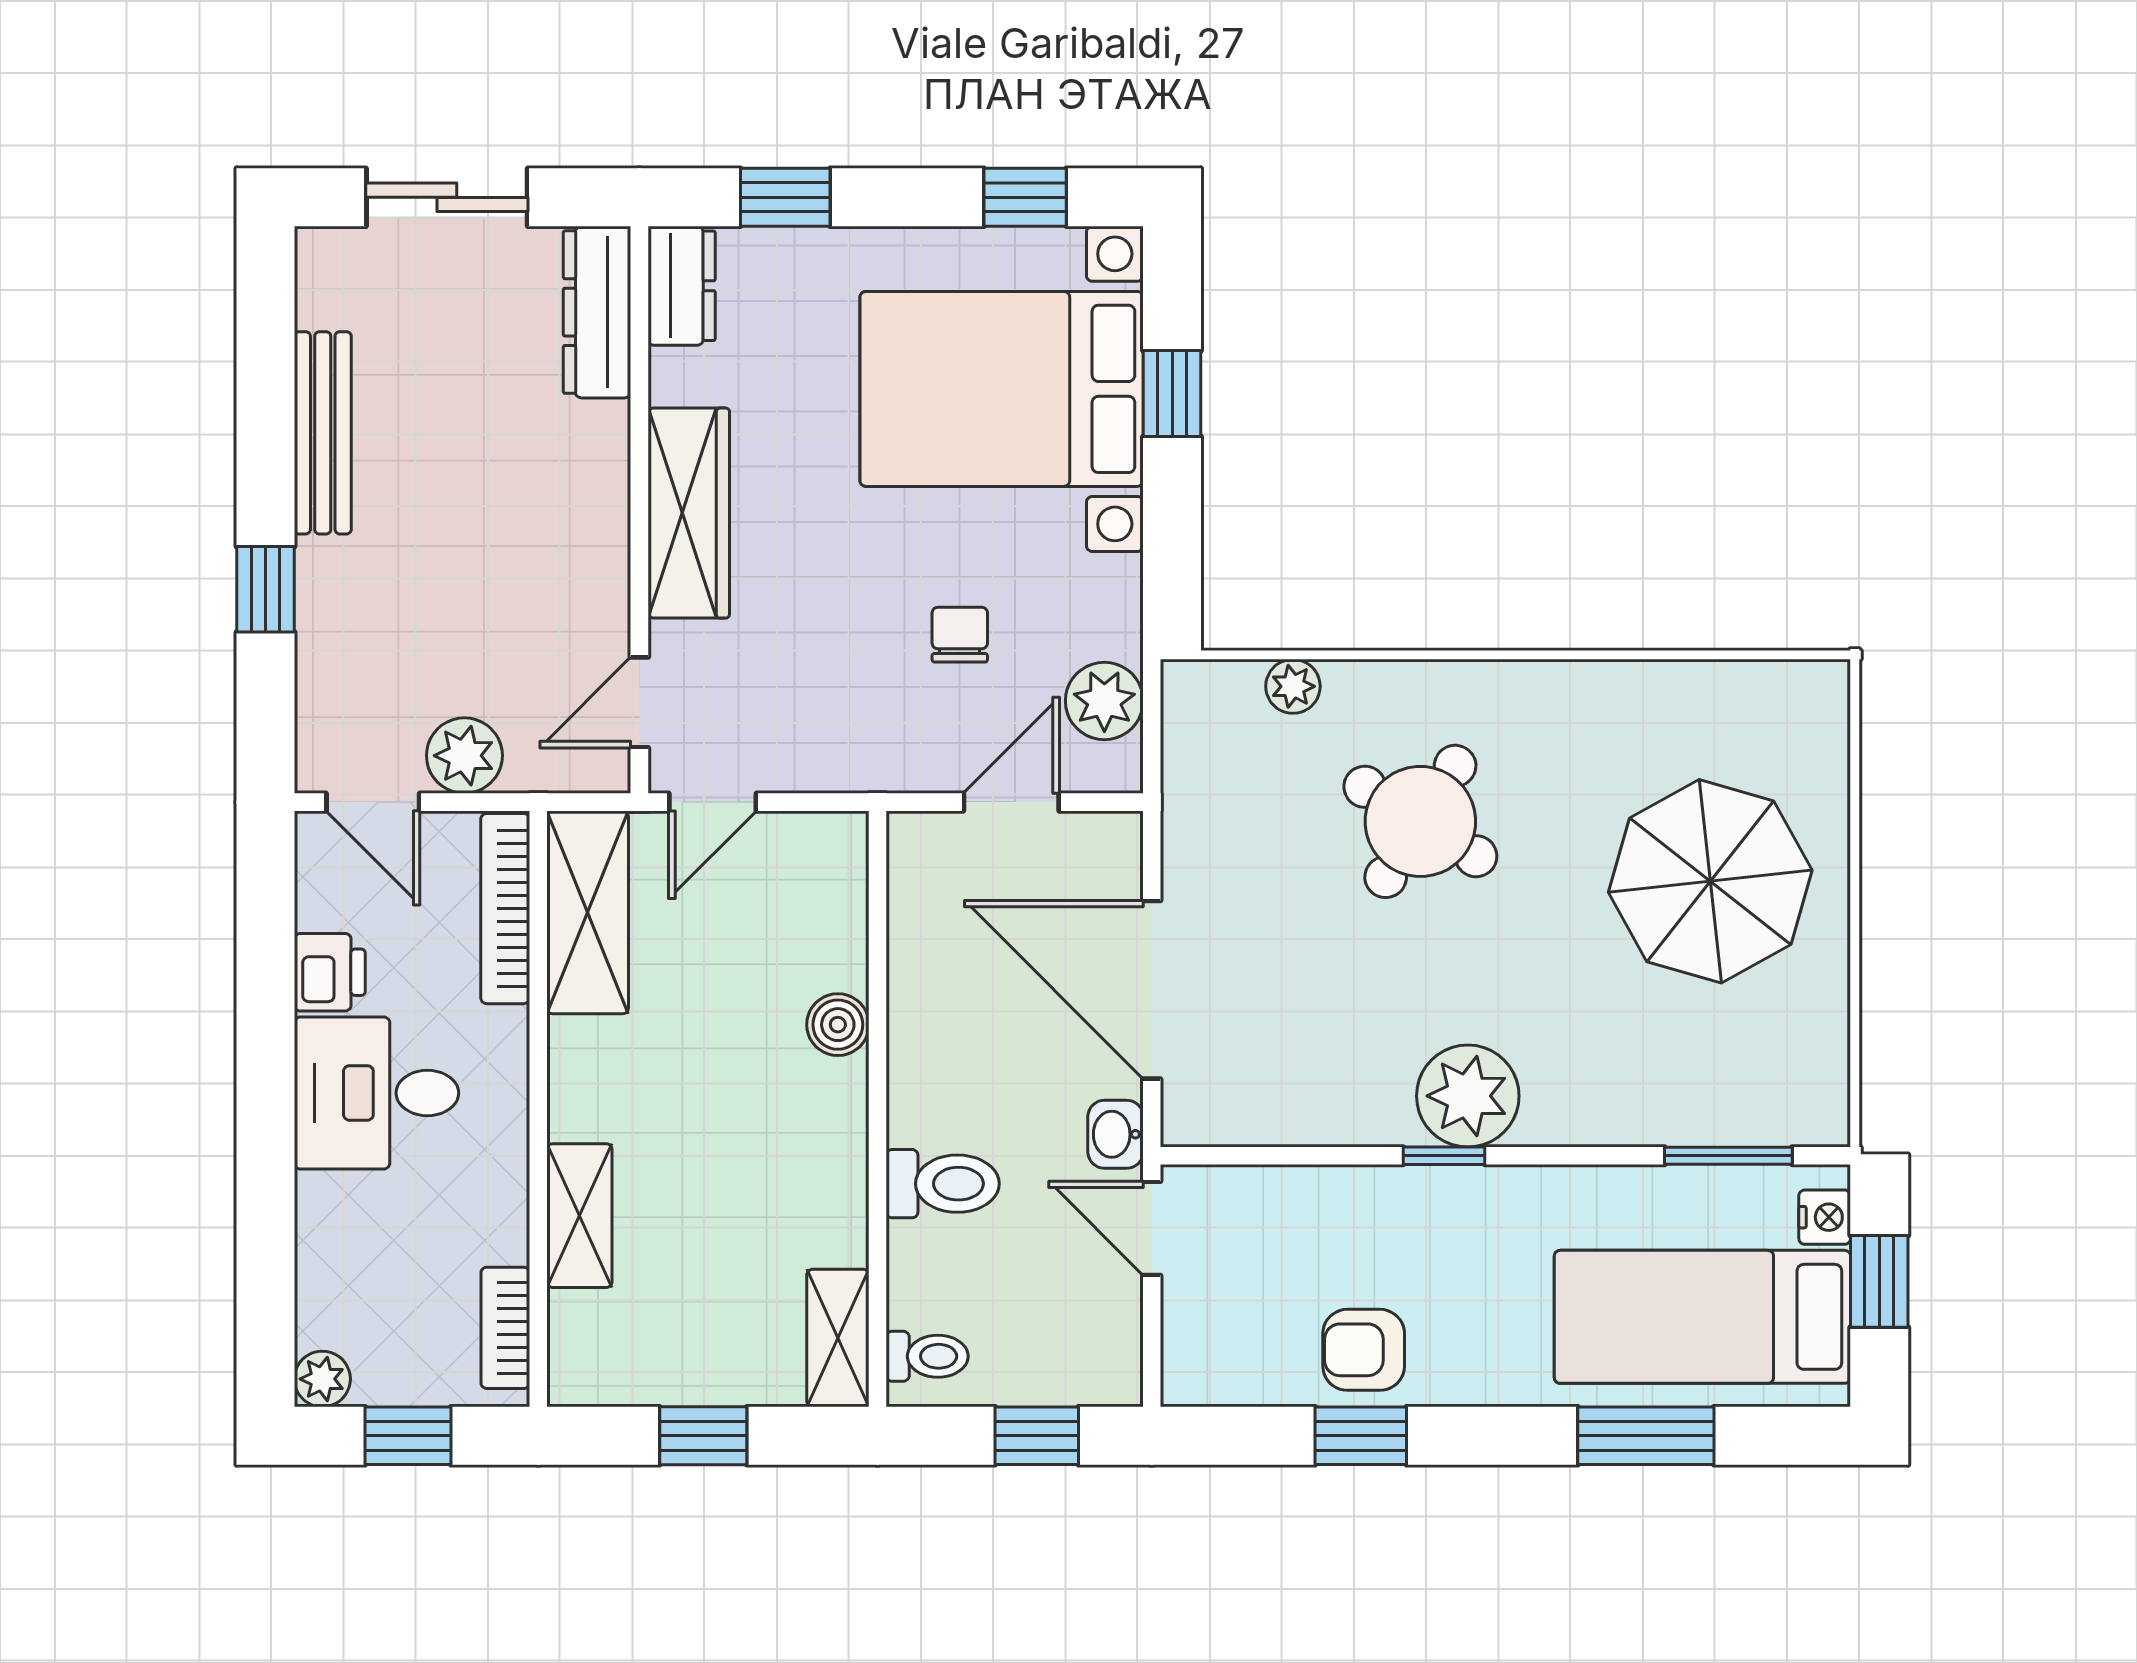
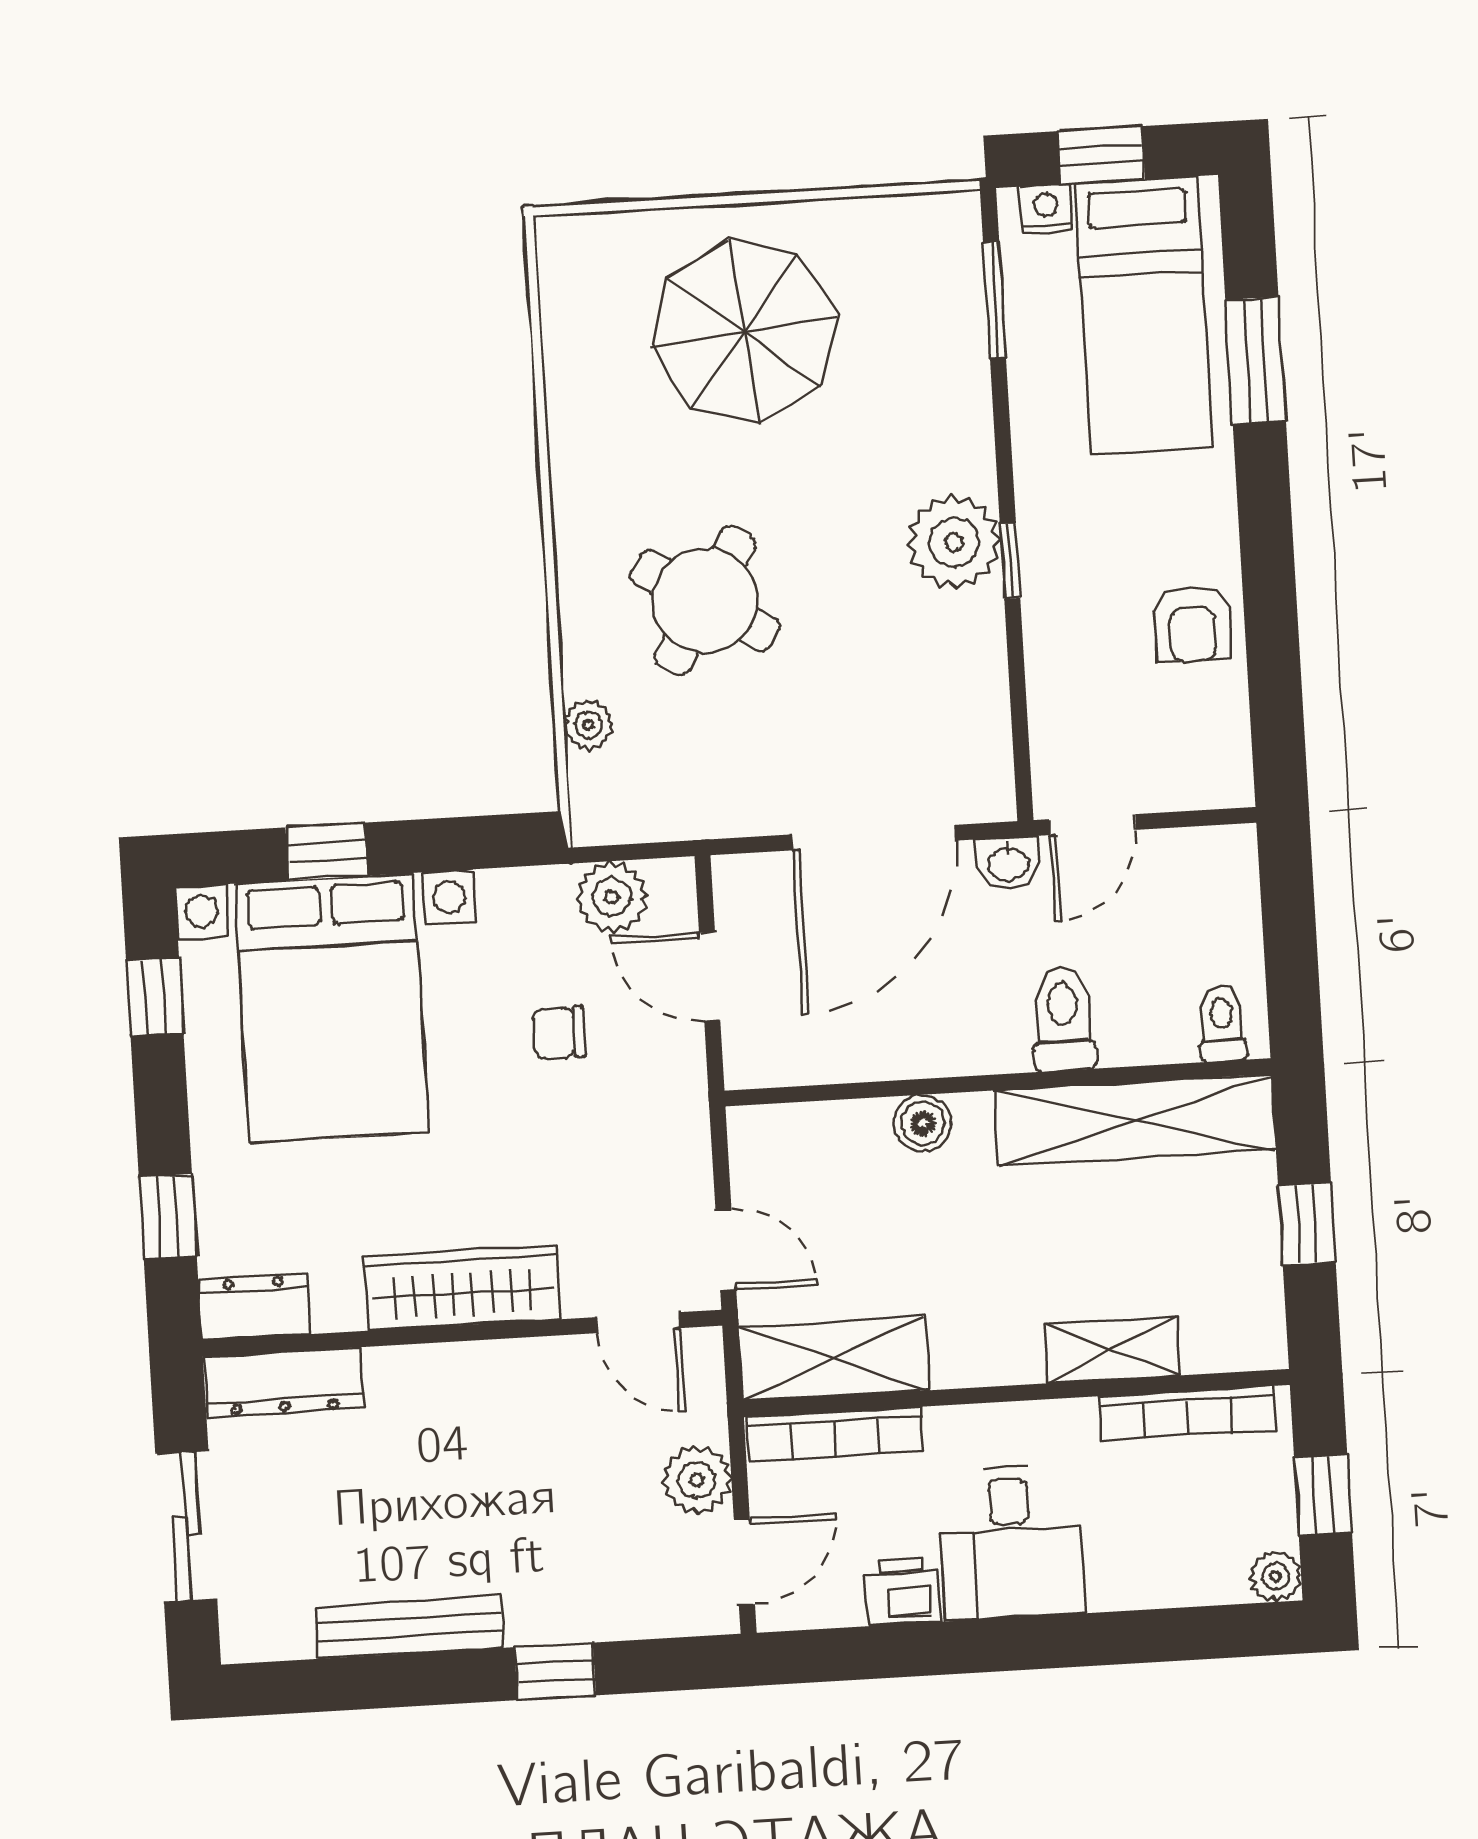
bookcase: (505, 1328) -> (1187, 1413), width x1.56
shelving: (838, 1338) -> (1135, 1120), width x2.20, depth x1.33
window: (1037, 1436) -> (1289, 919), removed
window: (1361, 1436) -> (1271, 622), removed

